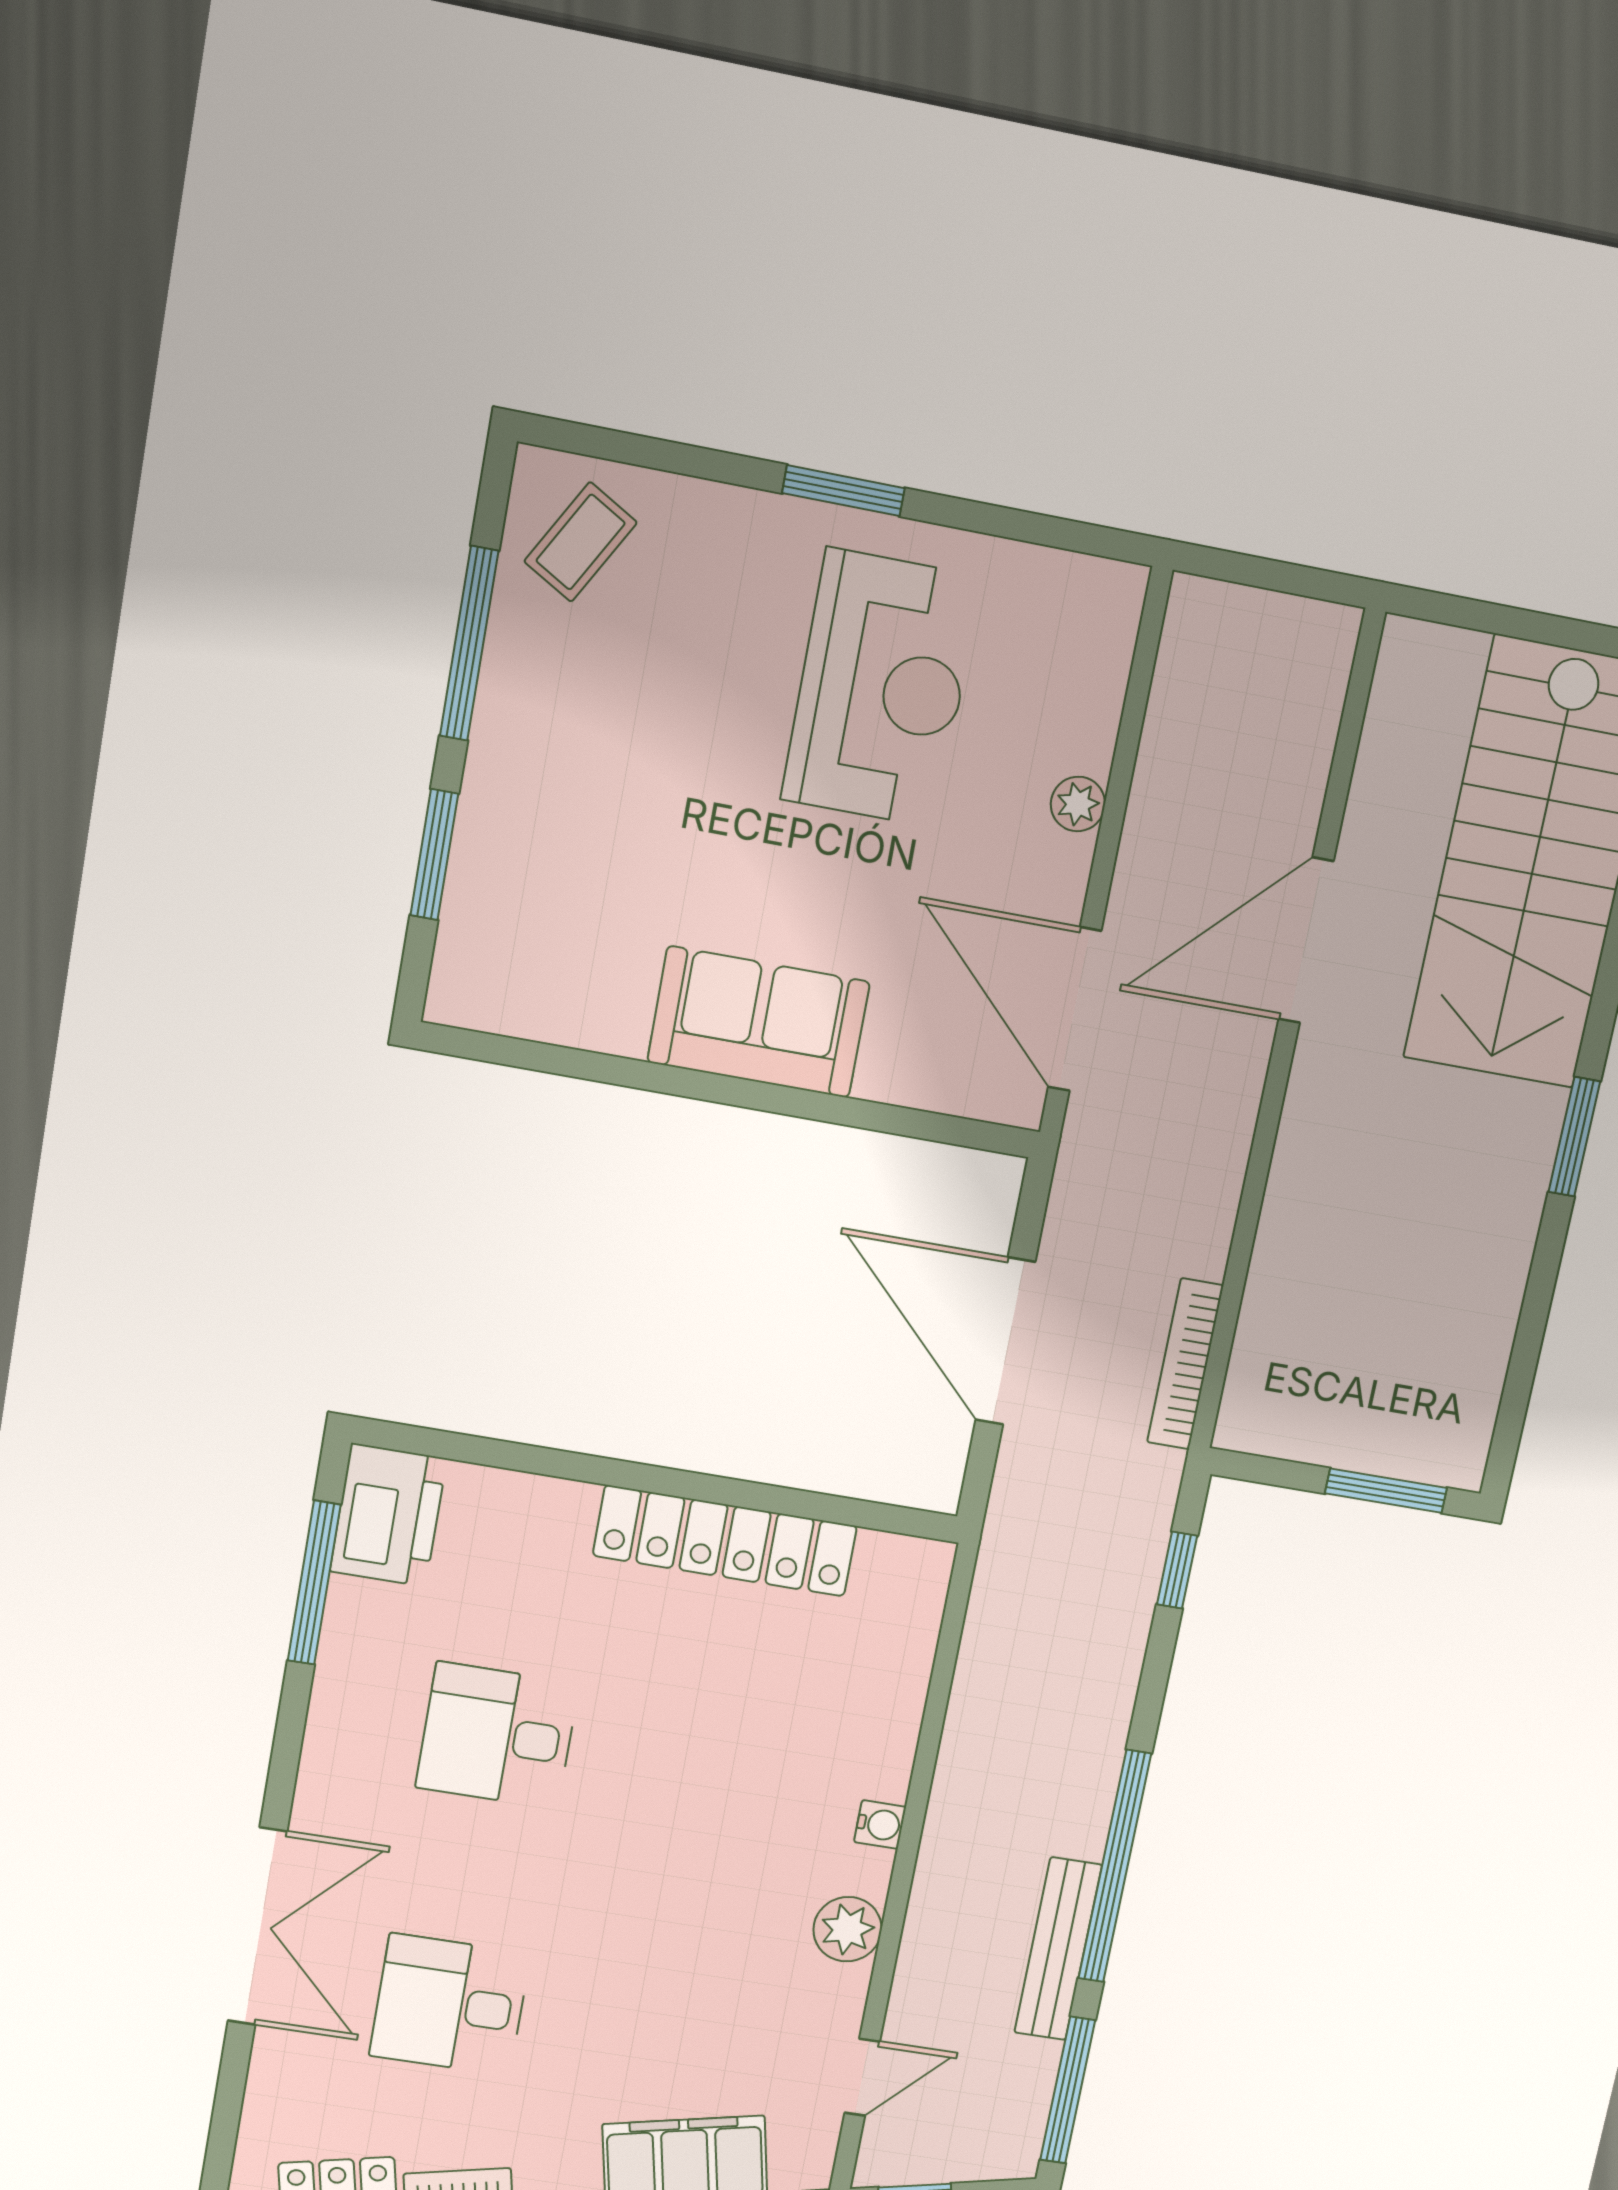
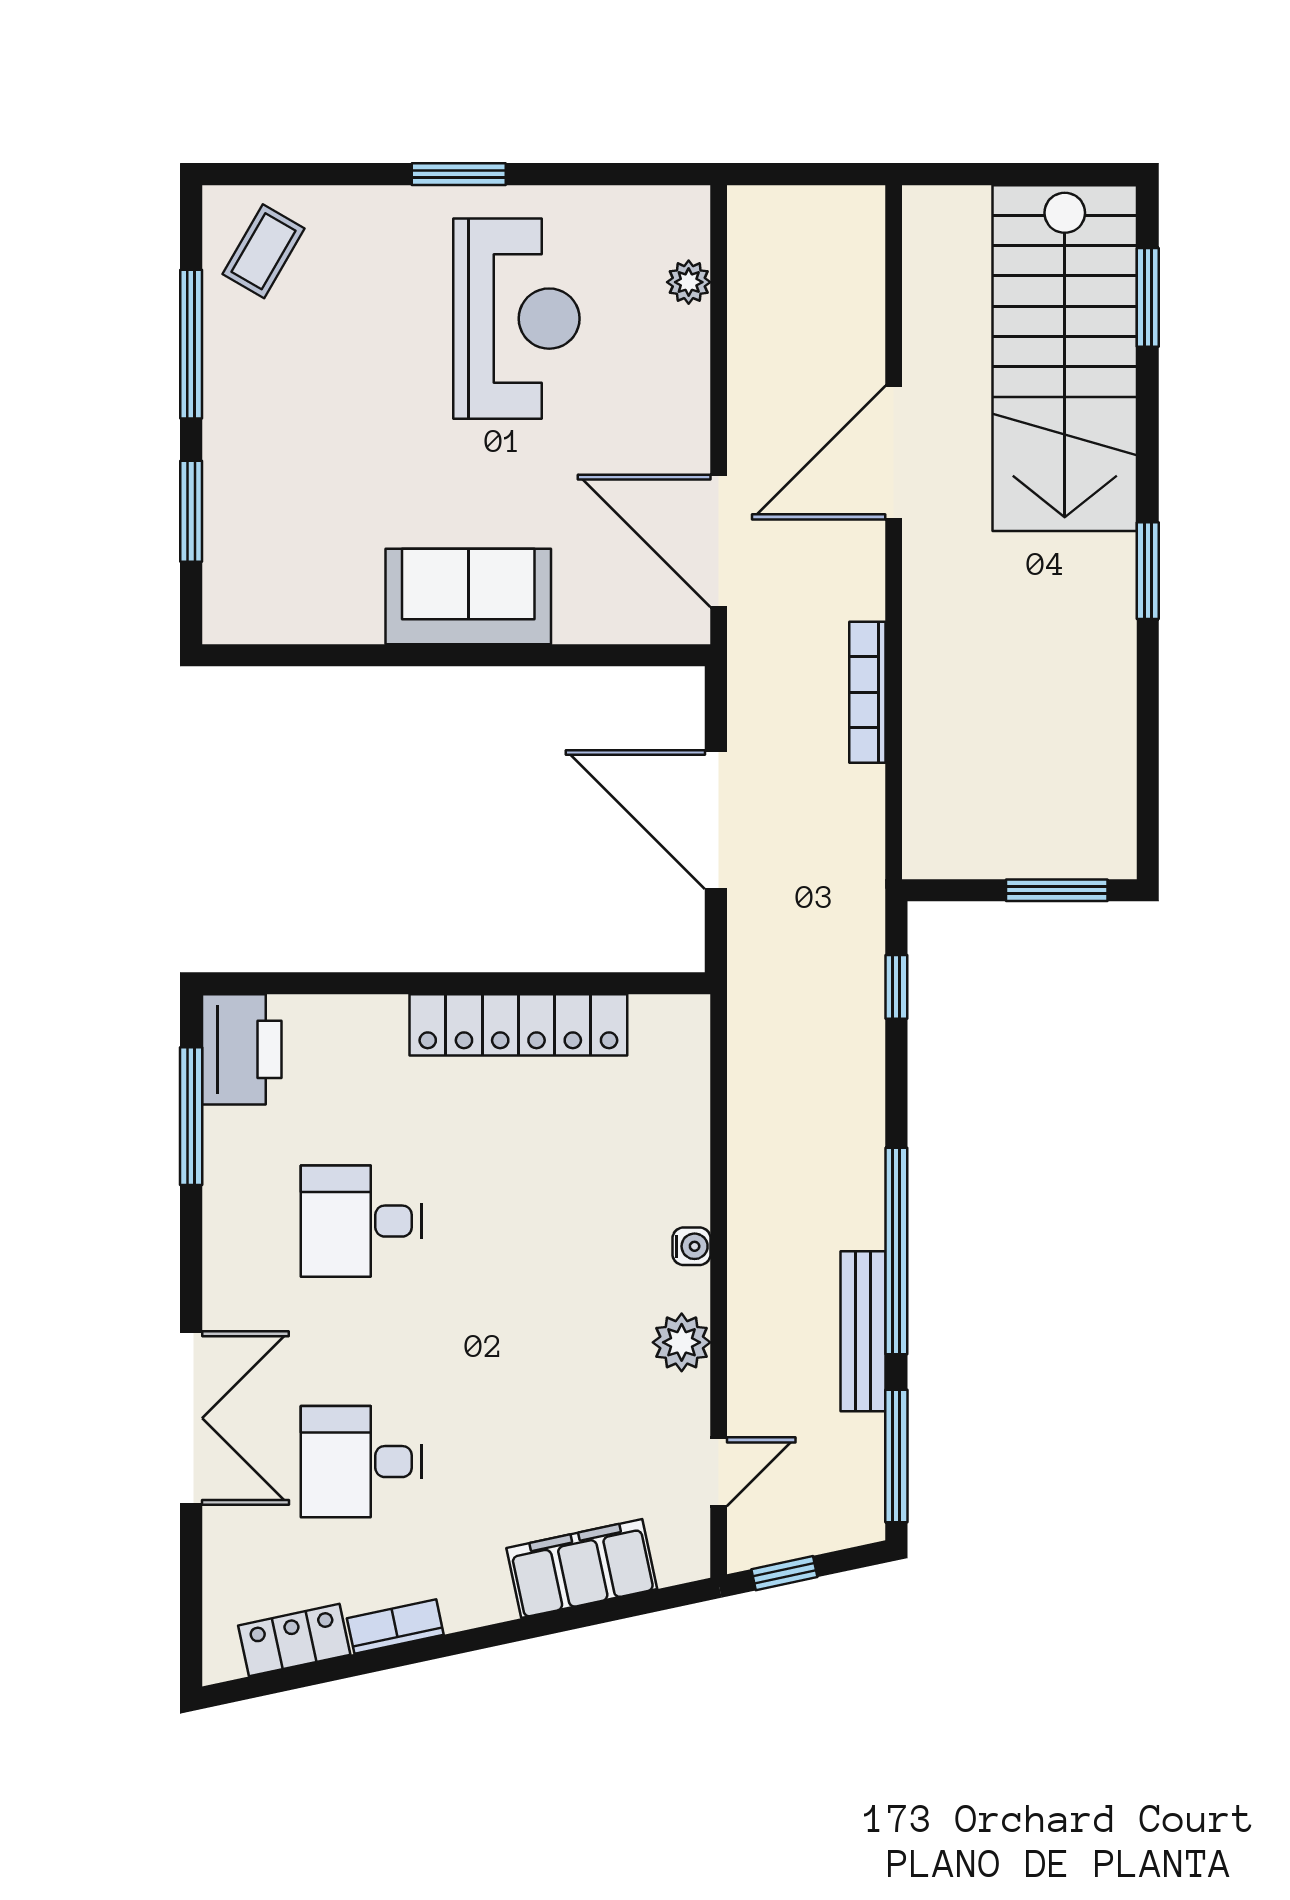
plant: (1078, 804) -> (689, 282), moved
bookcase: (1185, 1364) -> (867, 692), moved

